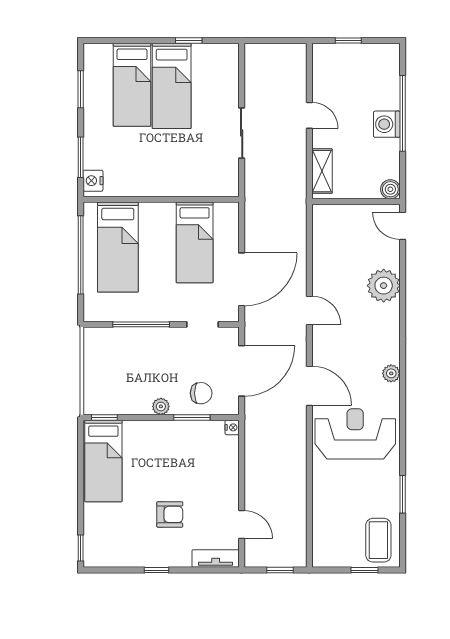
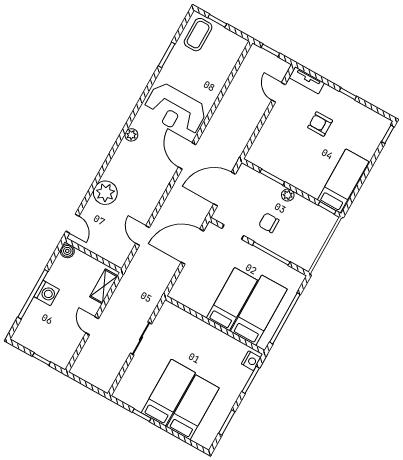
bed: (195, 242) -> (232, 299), moved
door: (309, 310) -> (143, 236), moved
chair: (201, 393) -> (269, 223), moved
nightstand: (232, 427) -> (250, 157), removed

